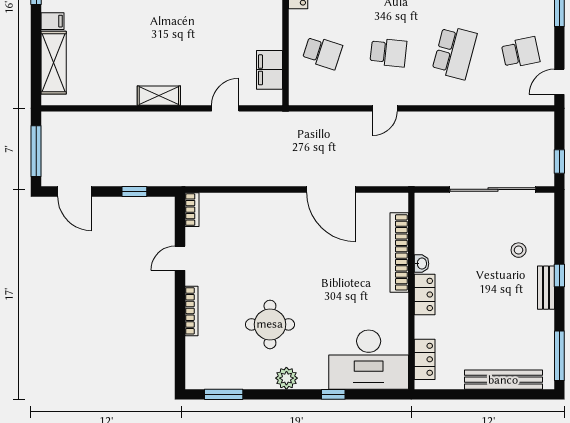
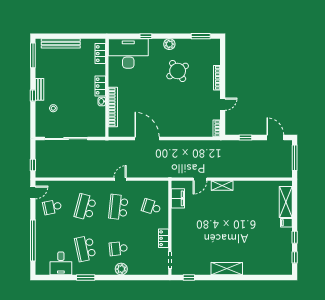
school desk: (388, 53) -> (118, 207), width x1.85
shelving: (159, 96) -> (222, 185), moved
window: (559, 161) -> (33, 165), moved
round table: (270, 324) -> (178, 71), turned -33

